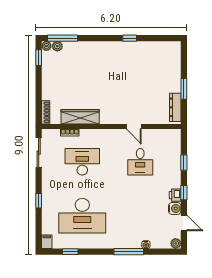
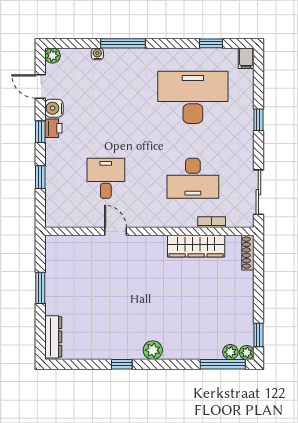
plant: (109, 47) -> (153, 350), added
dresser: (175, 107) -> (53, 337), moved

